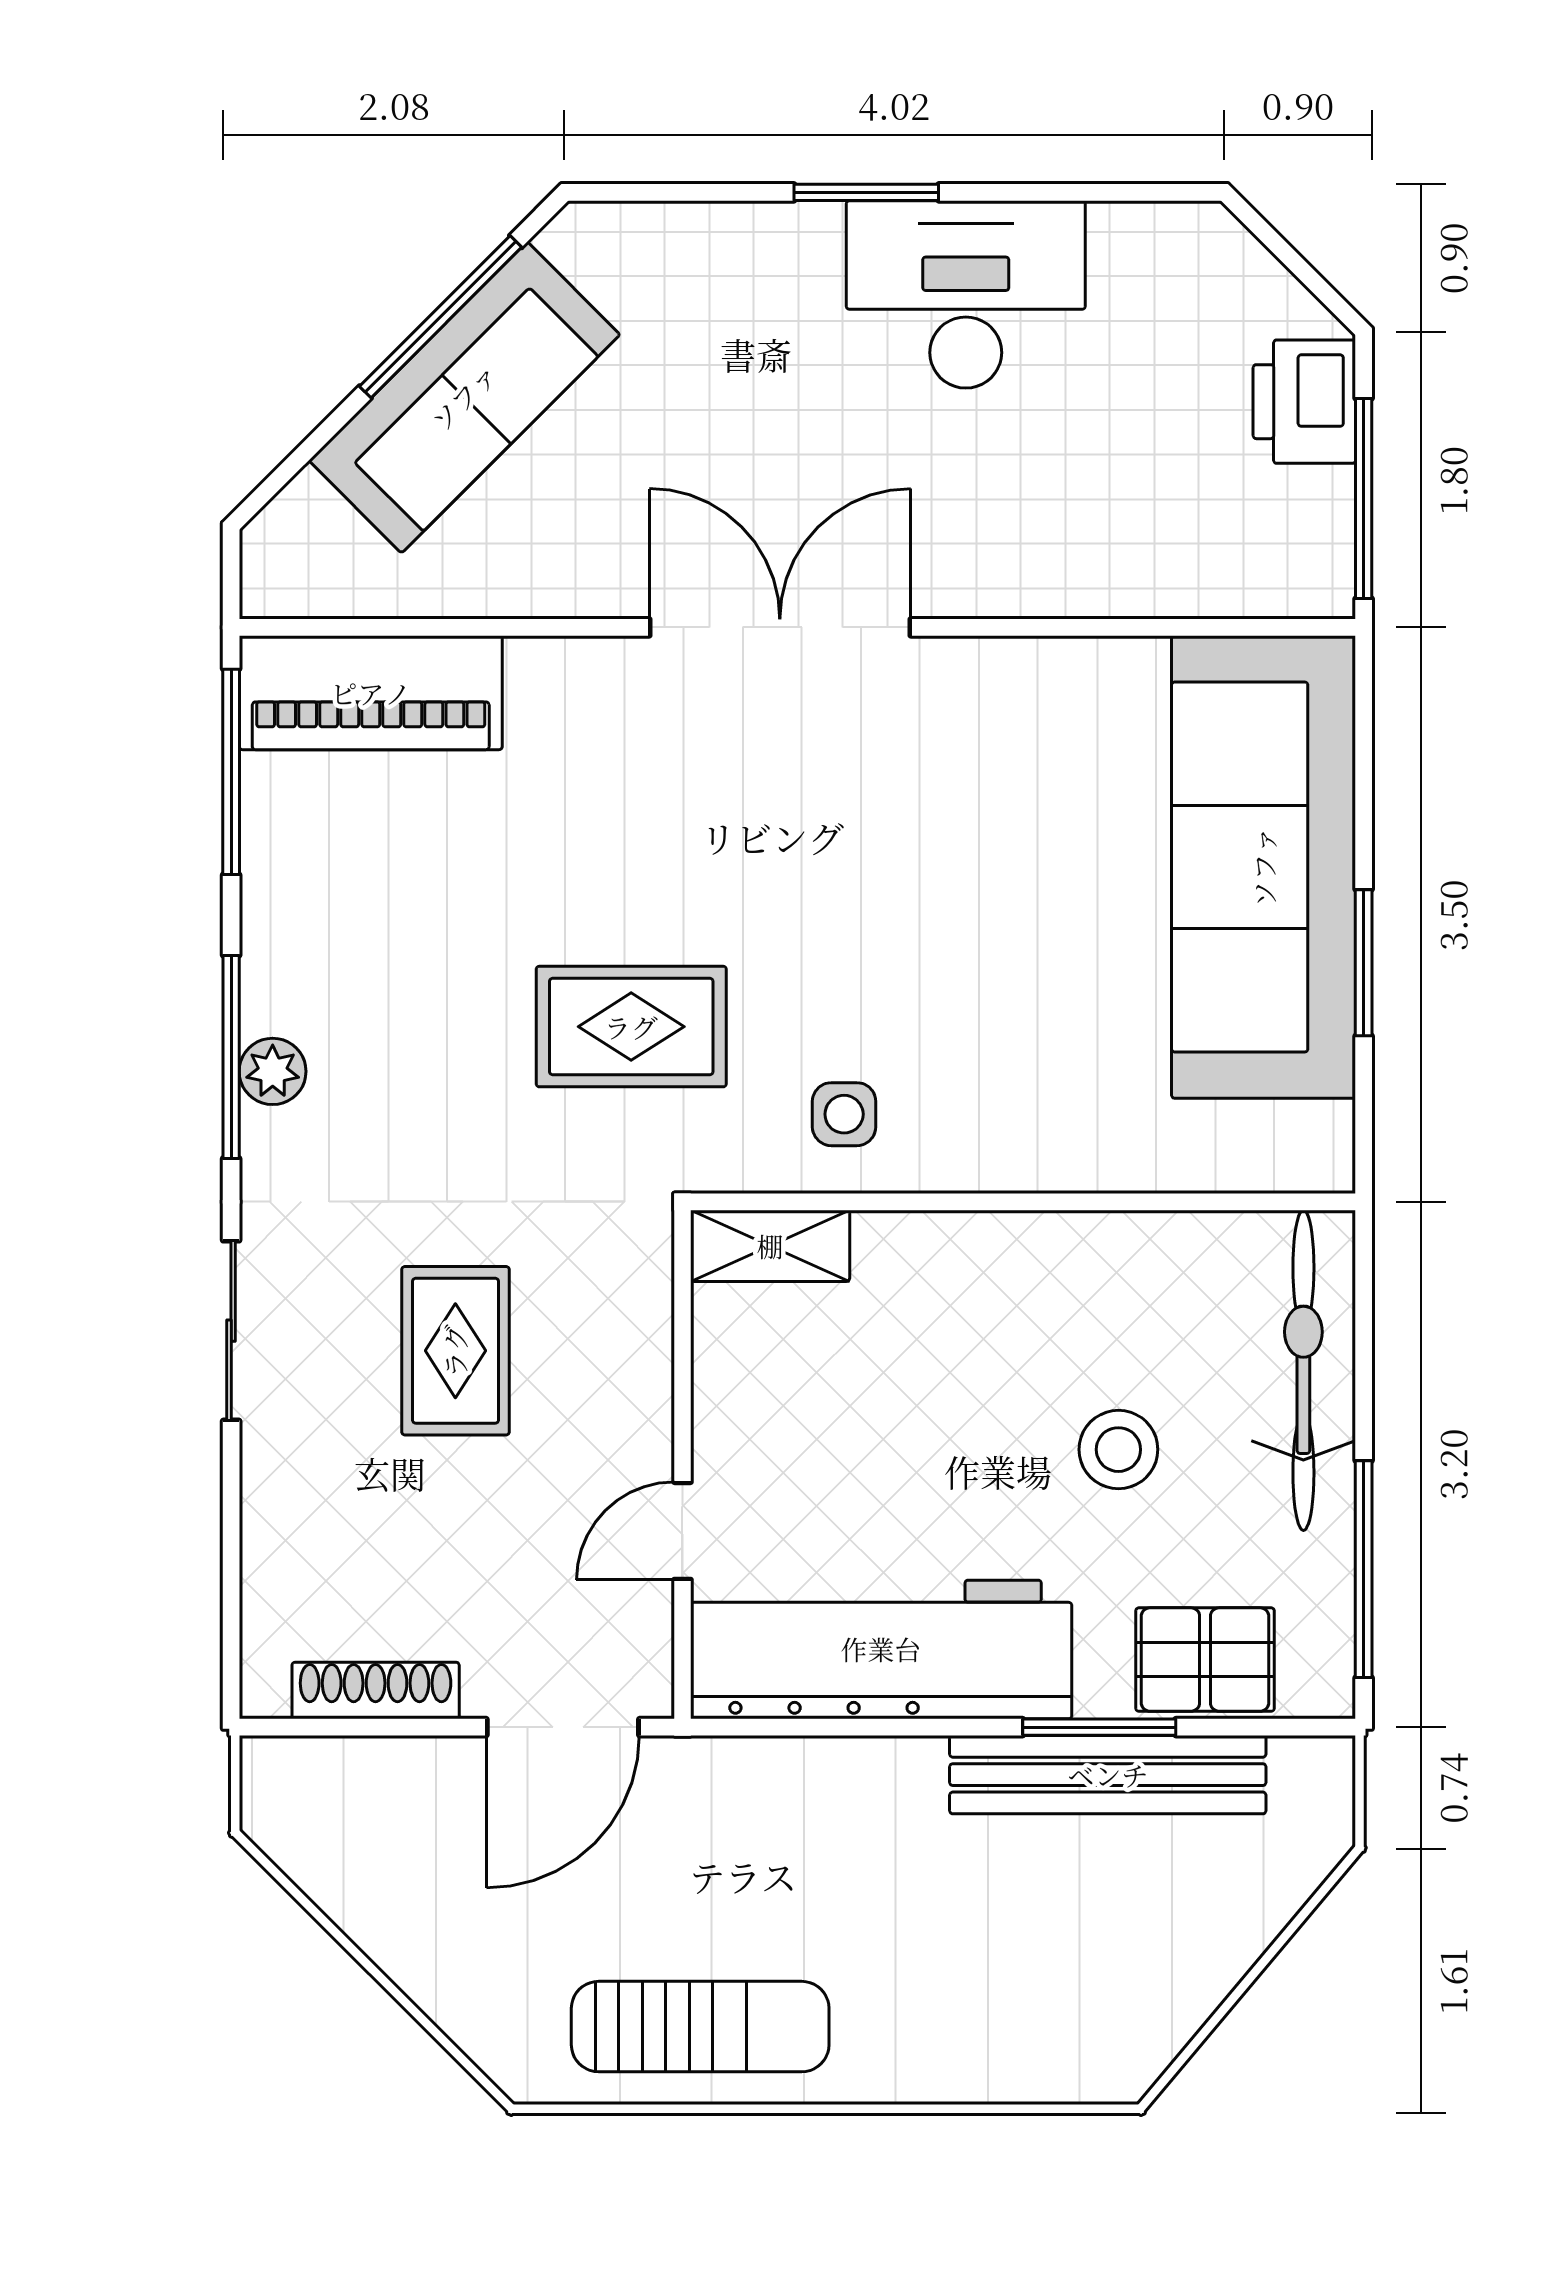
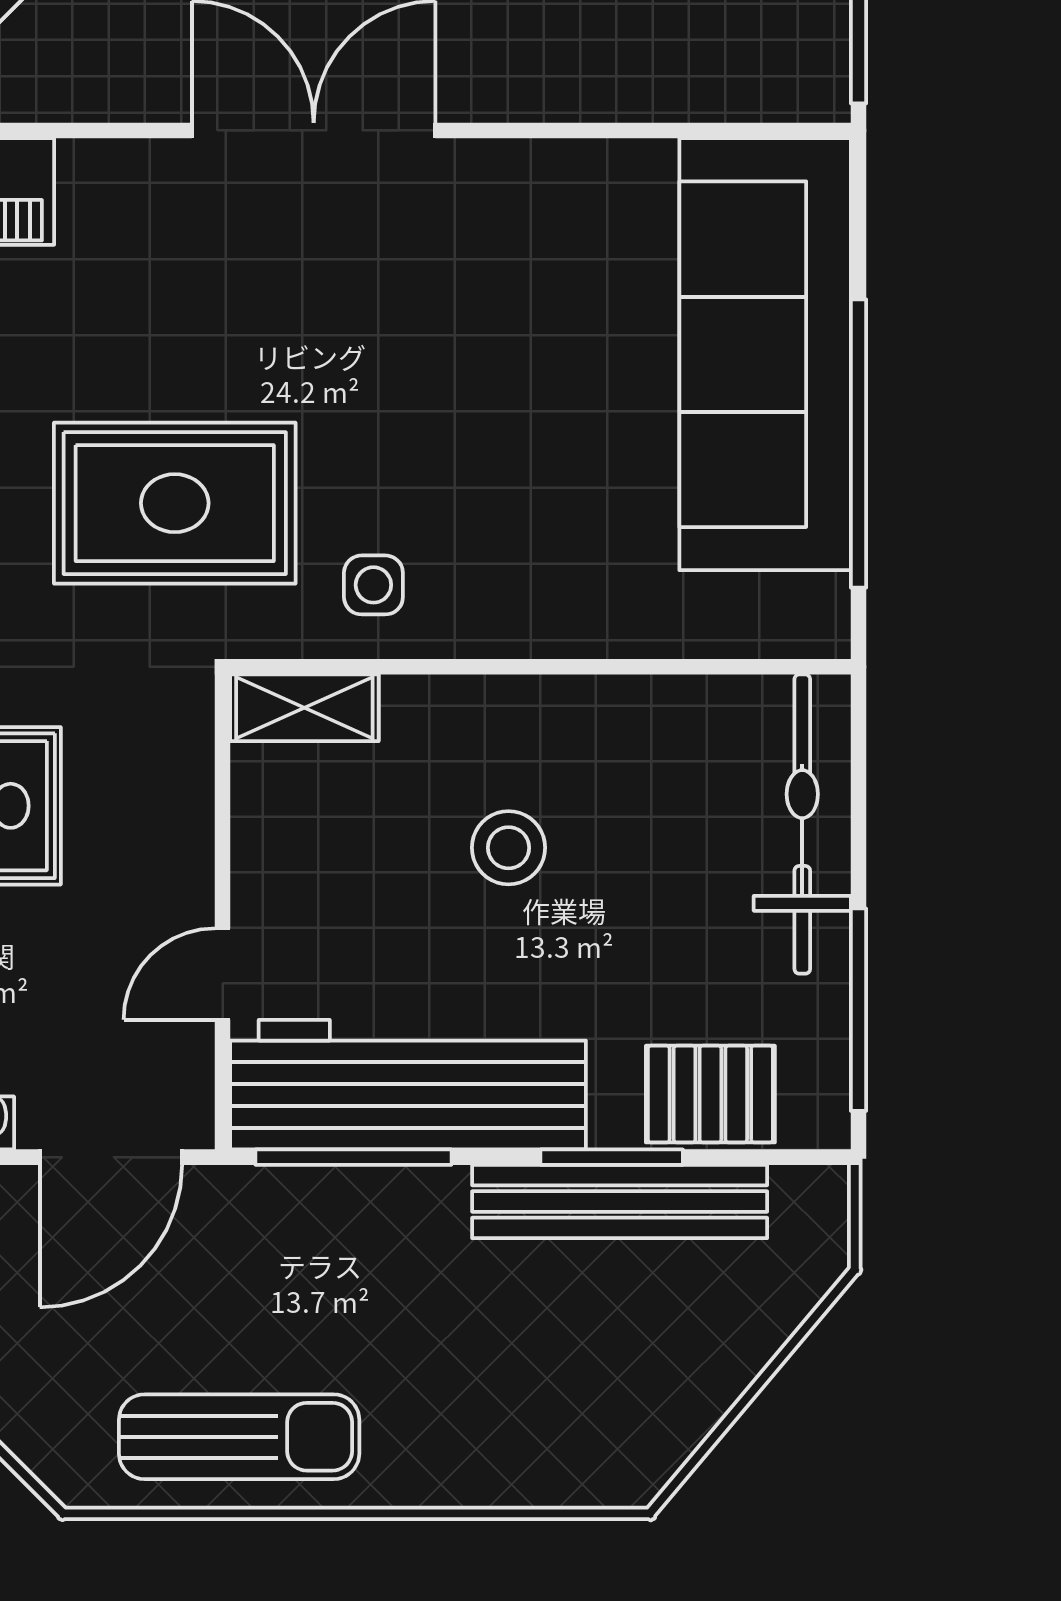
window: (1364, 963) -> (859, 444), width x2.11
rug: (631, 1027) -> (175, 503), width x1.36, depth x1.43
stool: (1118, 1450) -> (508, 848), moved
window: (823, 1727) -> (353, 1157), added

